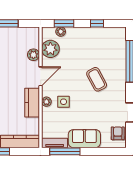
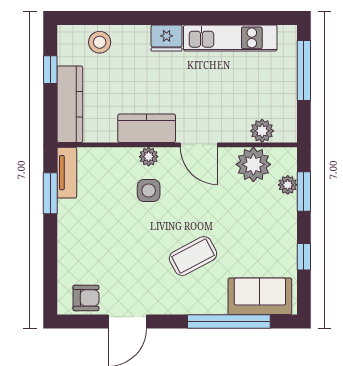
plant: (33, 55) -> (262, 131), moved
sofa: (84, 139) -> (260, 296), moved, turned -90
window: (65, 151) -> (50, 193), width x0.69

